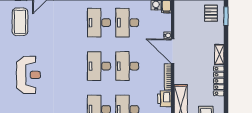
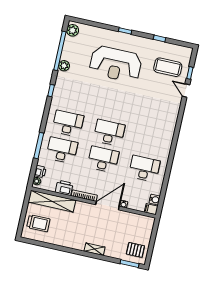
desk: (99, 23) -> (150, 142), removed
reception desk: (28, 75) -> (116, 64), width x1.36, depth x1.30
locker: (219, 81) -> (70, 243), removed

